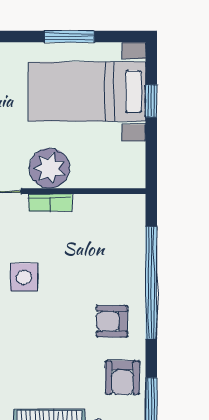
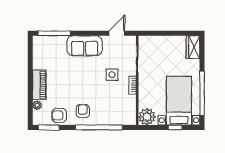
window: (69, 36) -> (202, 93), width x2.11
plant: (49, 168) -> (147, 117), moved
side table: (24, 277) -> (112, 75), moved

